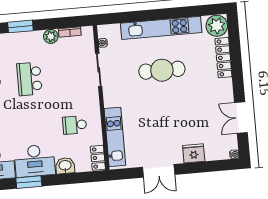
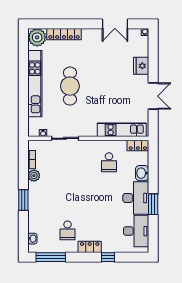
school desk: (29, 79) -> (68, 196), removed

